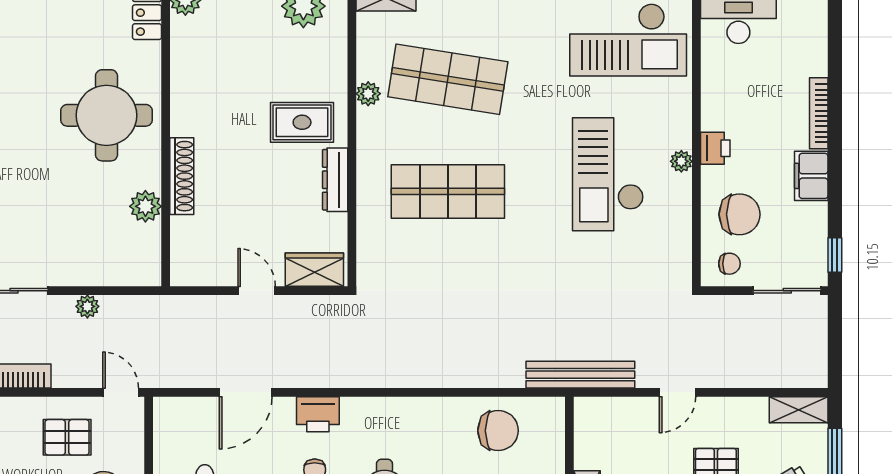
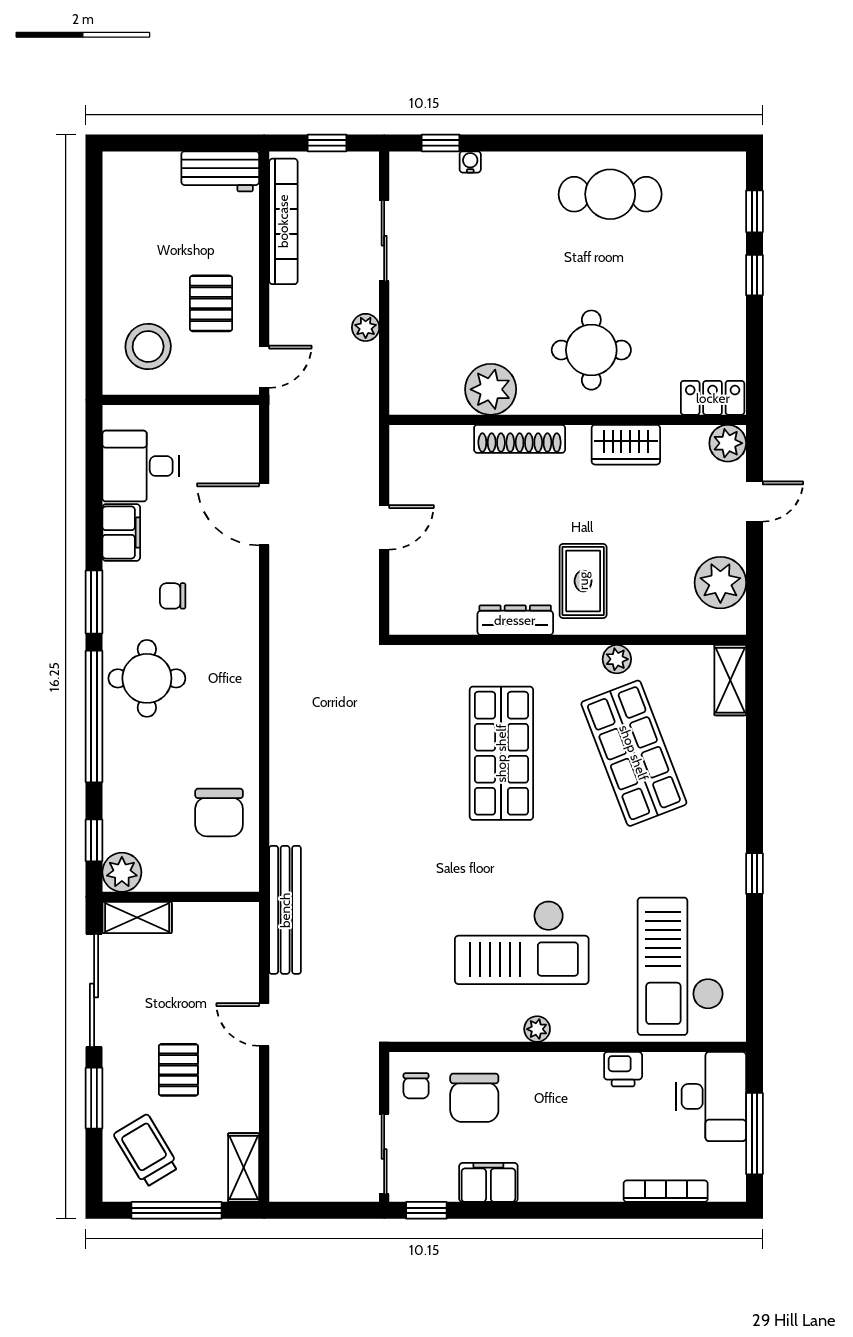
shop shelf: (448, 79) -> (634, 753), turned -30
bookcase: (819, 113) -> (666, 1191), moved
round table: (106, 115) -> (591, 350), width x0.73, depth x0.73
printer: (715, 148) -> (623, 1069), moved
checkout: (608, 174) -> (522, 942), turned 180
filing cabinet: (811, 176) -> (488, 1182), moved
plant: (145, 206) -> (491, 389), width x1.36, depth x1.36
wardrobe: (314, 270) -> (626, 445), moved, turned 90
printer: (318, 414) -> (238, 600), removed

